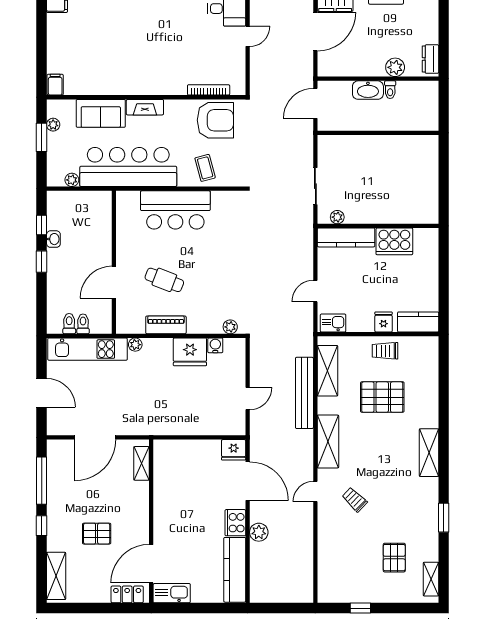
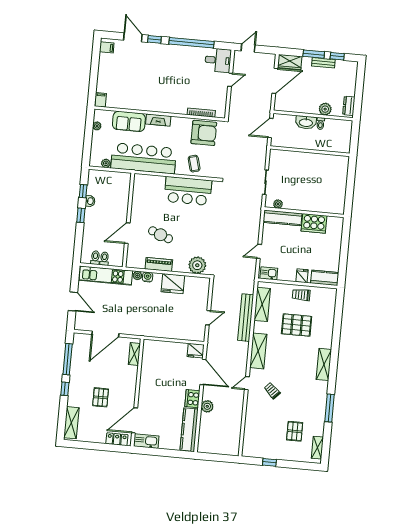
window: (42, 137) -> (88, 134), removed
bar counter: (175, 210) -> (188, 191), moved
plant: (230, 327) -> (197, 265), width x1.88, depth x1.88
water cooler: (215, 345) -> (148, 277), moved
window: (444, 518) -> (330, 408), width x1.44
pallet: (97, 534) -> (101, 397), turned 90

